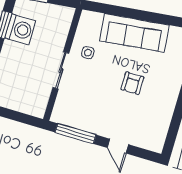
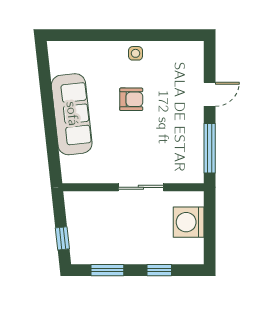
washing machine: (20, 29) -> (189, 222), moved, turned -90
side table: (88, 53) -> (136, 53), moved

